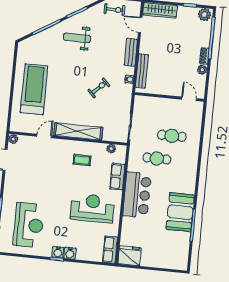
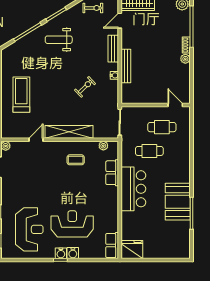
door: (140, 25) -> (120, 21), hinge flipped
treadmill: (34, 89) -> (21, 95), width x0.73, depth x0.73
wall: (169, 97) -> (156, 105), moved
door: (189, 99) -> (175, 105), moved
reception desk: (92, 208) -> (72, 224), moved

